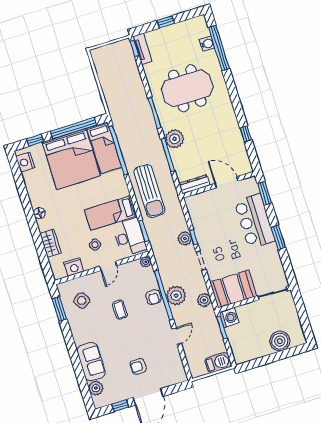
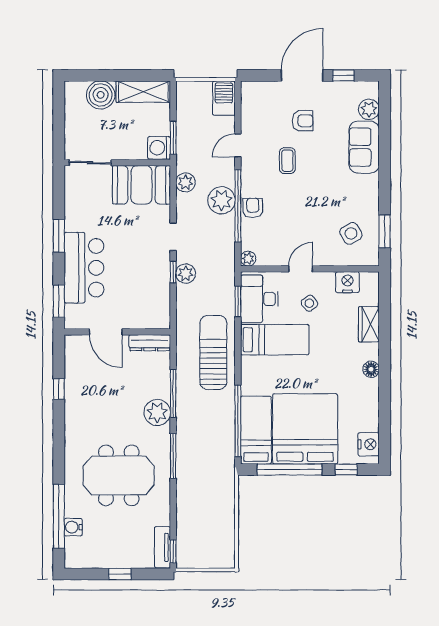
coffee table: (120, 310) -> (287, 161), moved
shelving: (252, 352) -> (143, 92), added
barbecue: (218, 363) -> (224, 98), moved, turned 90

